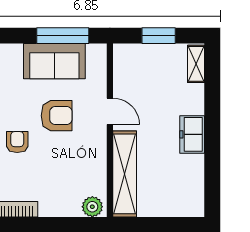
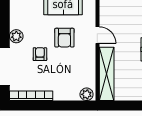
armchair: (57, 116) -> (64, 38), turned 90

